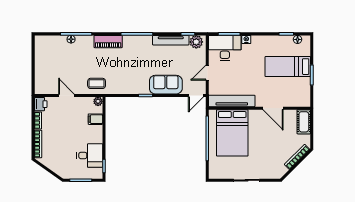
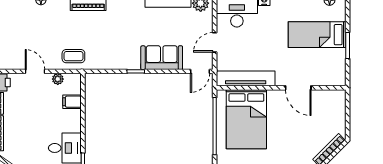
plant: (98, 101) -> (58, 79), moved
cot: (304, 122) -> (337, 105), removed

